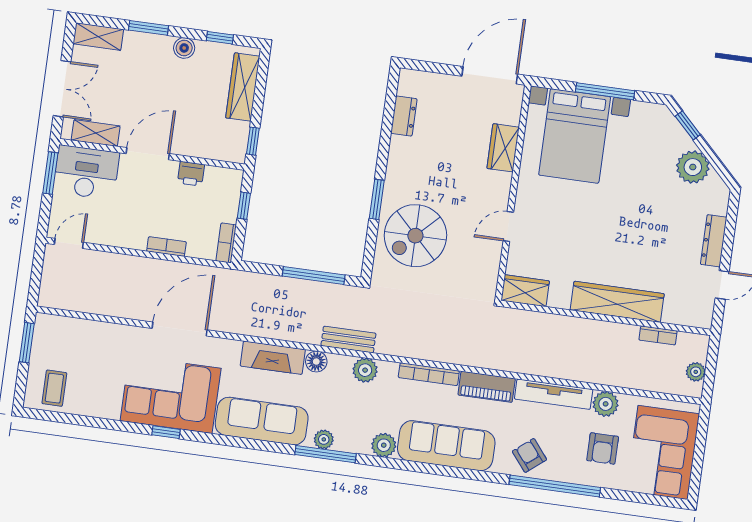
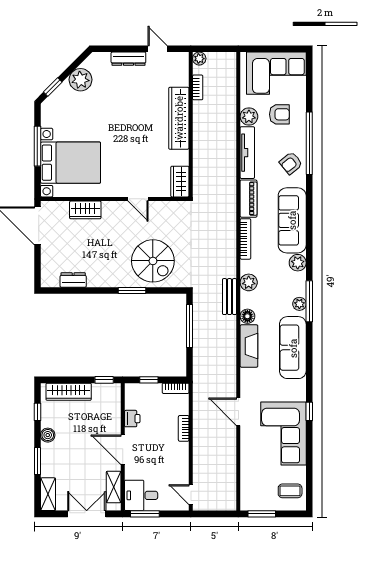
desk: (86, 172) -> (141, 495), width x0.73
door: (180, 329) -> (238, 412), width x0.73
plant: (696, 372) -> (199, 59), moved
corner sofa: (171, 395) -> (283, 433), moved

